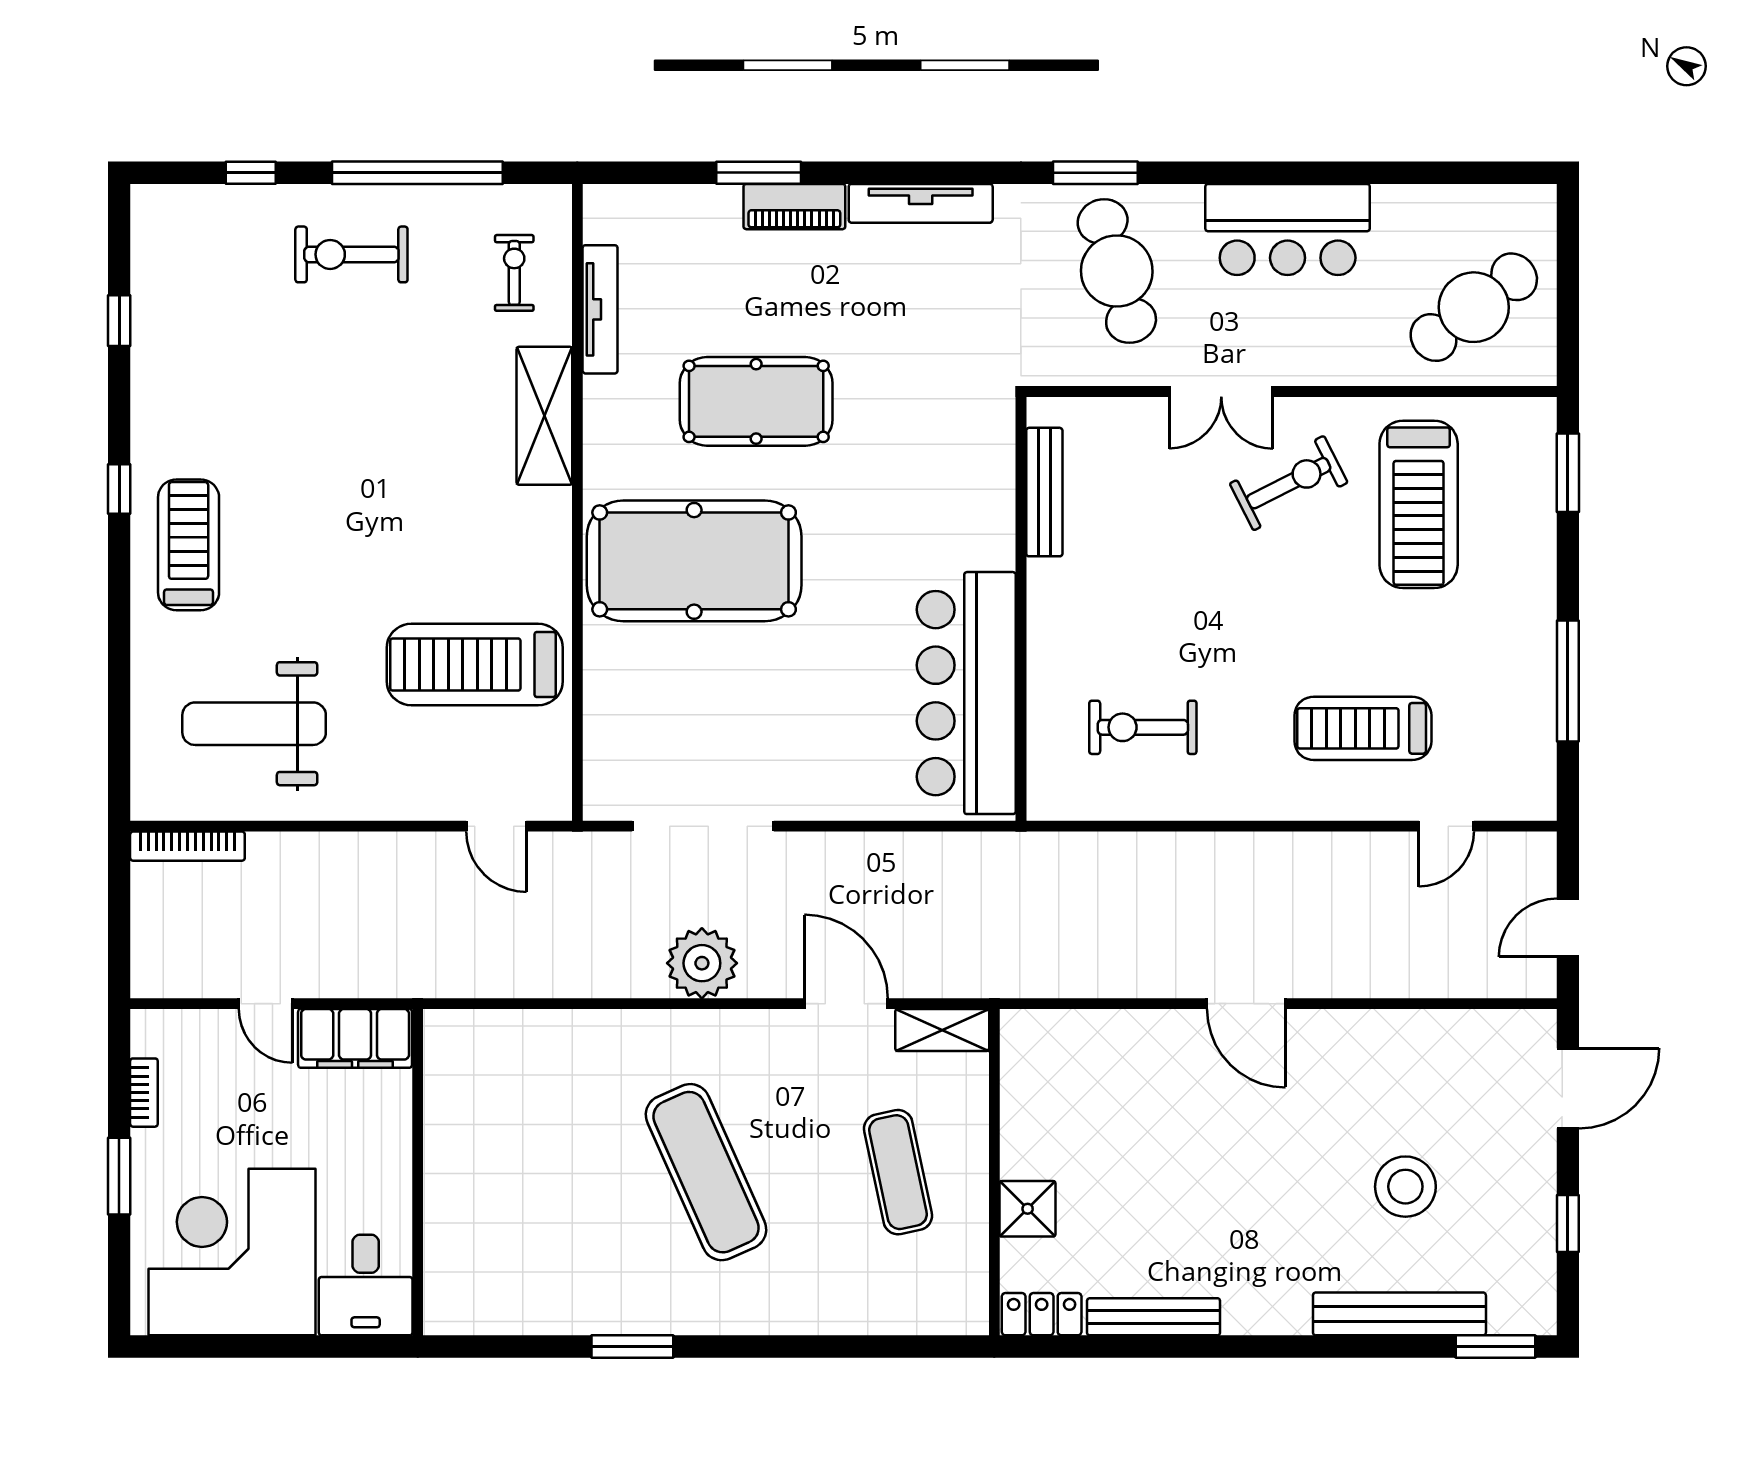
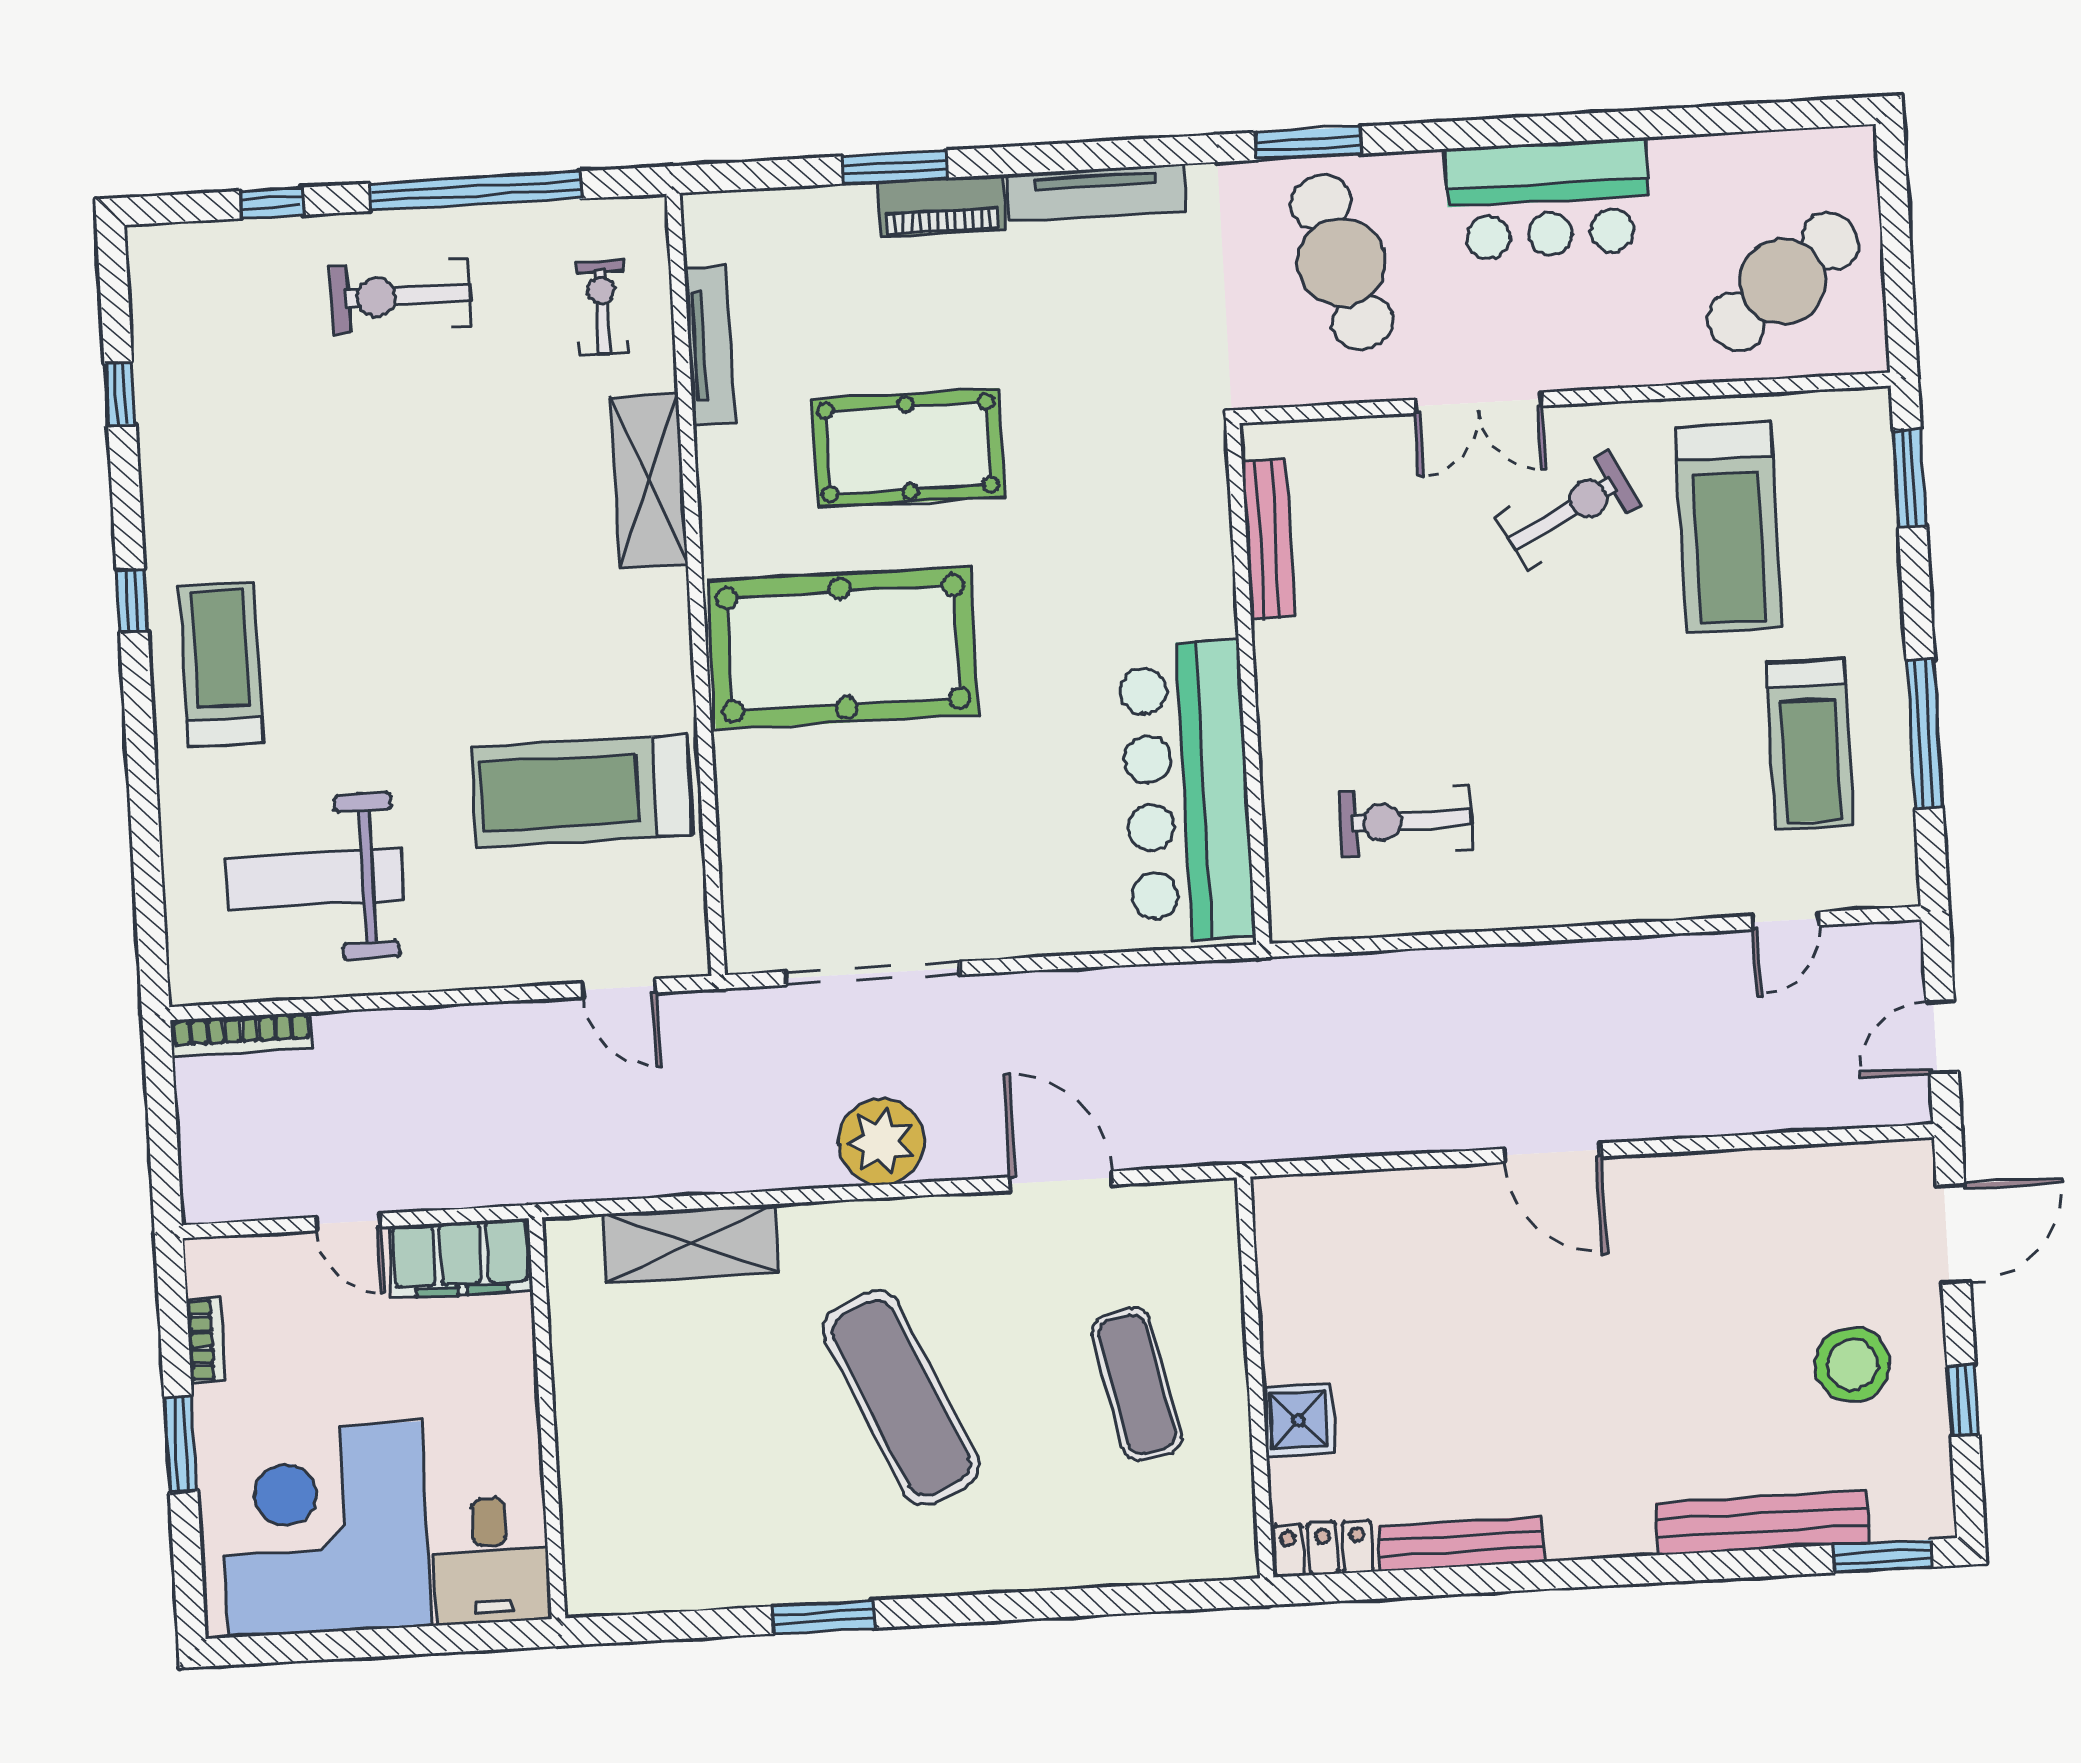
treadmill: (1363, 728) -> (1810, 744), moved, turned -90
shelving: (942, 1030) -> (691, 1243), moved, width x1.50, depth x1.33
stool: (1405, 1187) -> (1852, 1364), moved

